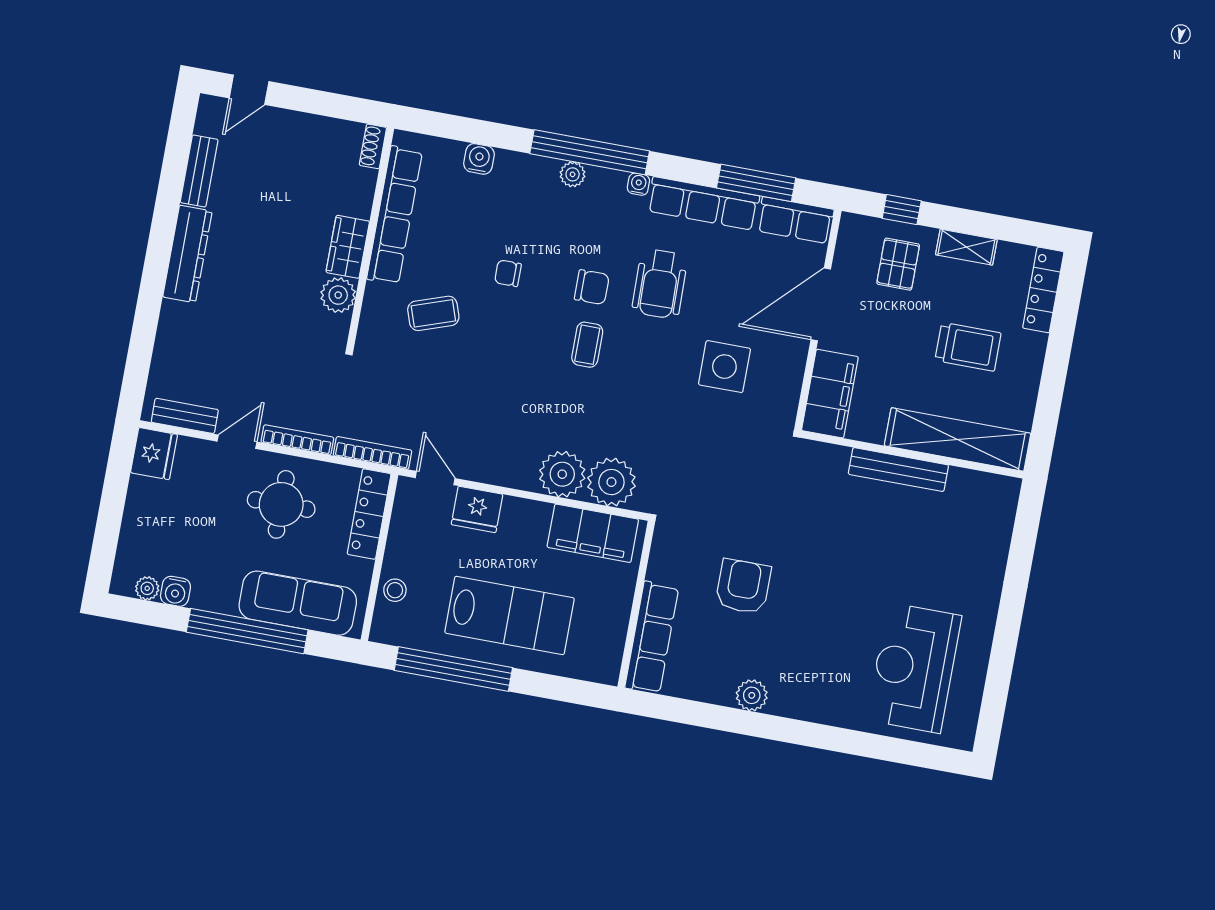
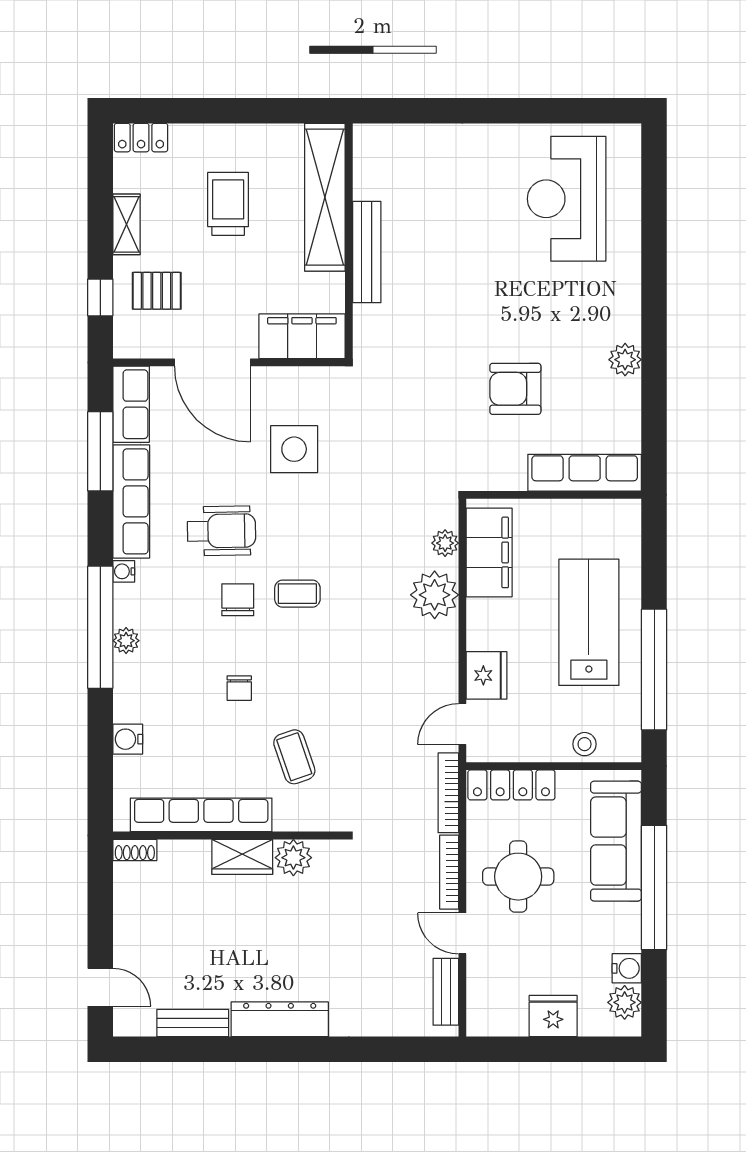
locker: (1043, 290) -> (141, 138), width x0.66
fridge: (154, 454) -> (553, 1016), moved
plant: (611, 482) -> (445, 543), width x0.53, depth x0.53
plant: (147, 588) -> (625, 1002), width x1.38, depth x1.38
reception desk: (914, 668) -> (567, 199), turned 90

